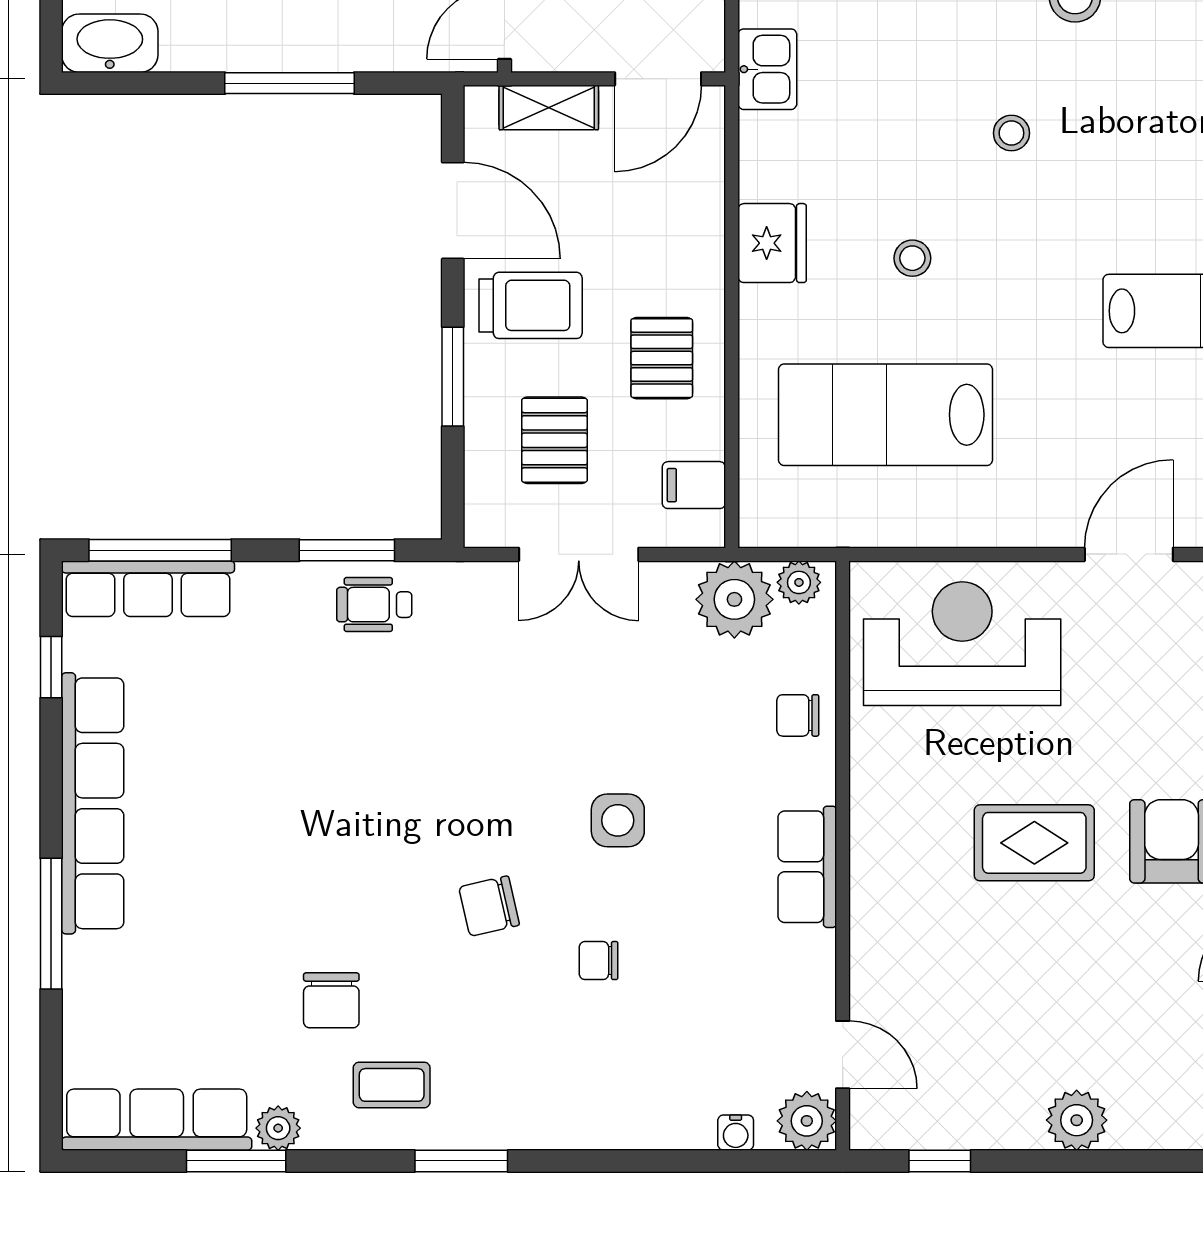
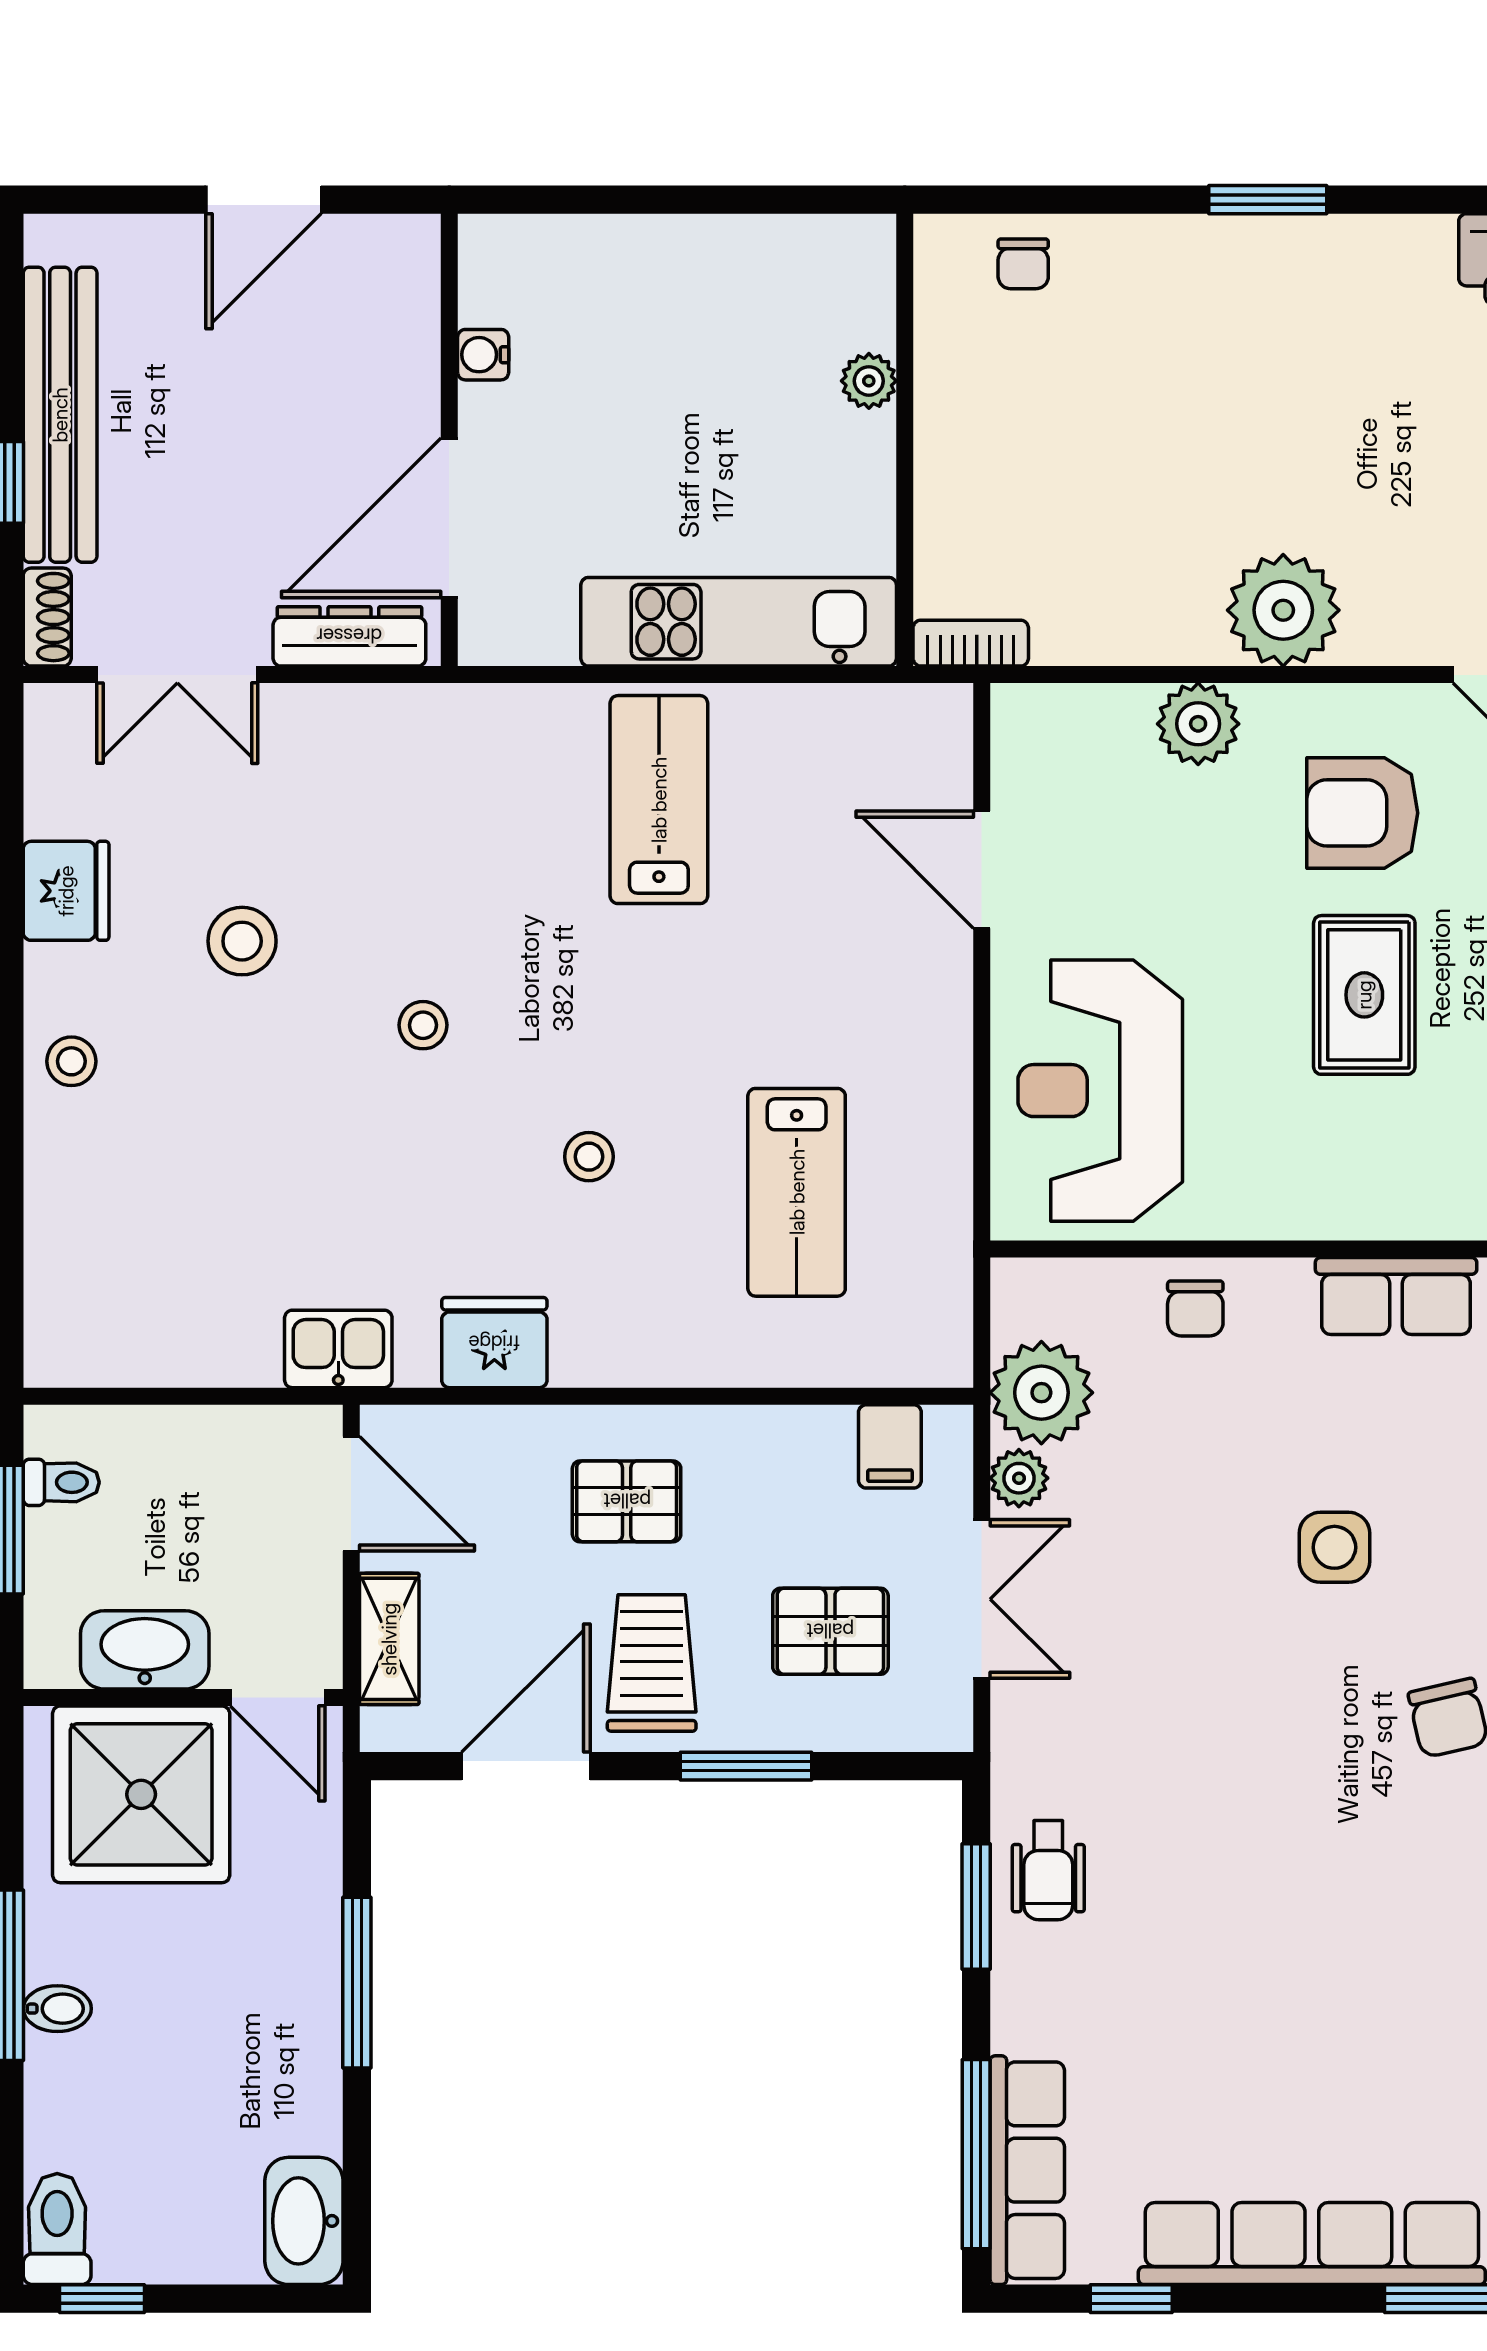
fridge: (772, 243) -> (494, 1343), moved
pallet: (662, 358) -> (627, 1501), moved
lab bench: (885, 415) -> (797, 1192), width x0.73, depth x0.72
plant: (799, 582) -> (1019, 1478), moved

